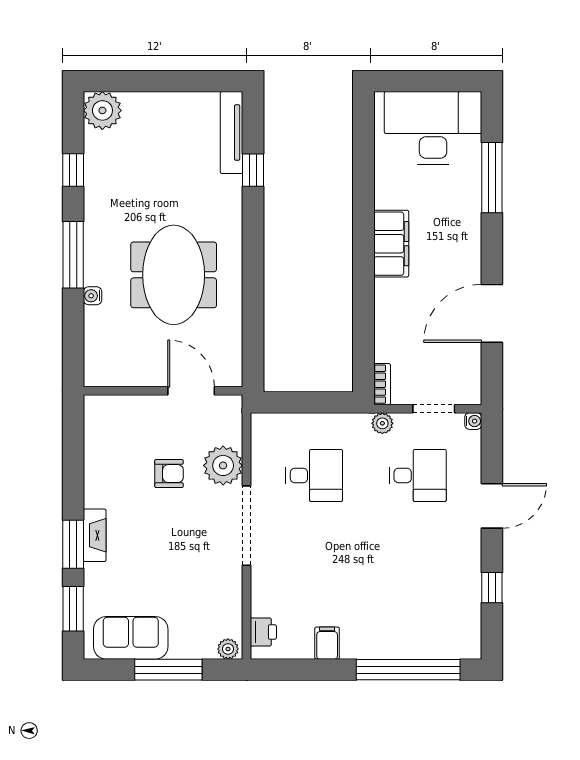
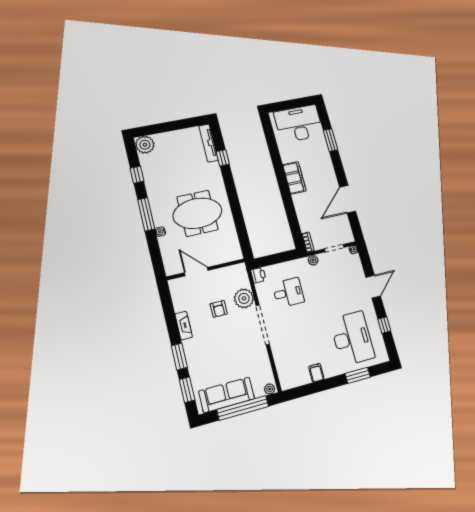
window: (492, 178) -> (330, 140), width x0.69
meeting table: (174, 275) -> (197, 213), turned 90
door: (191, 391) -> (196, 272), moved
armchair: (169, 474) -> (219, 309), turned 90
desk: (418, 475) -> (352, 338), moved, width x1.87, depth x1.30
fireplace: (95, 535) -> (184, 326), moved
printer: (263, 632) -> (258, 275), moved
sofa: (131, 638) -> (227, 395), width x1.36
window: (168, 670) -> (243, 408), width x1.46
window: (408, 670) -> (358, 375), width x0.47

